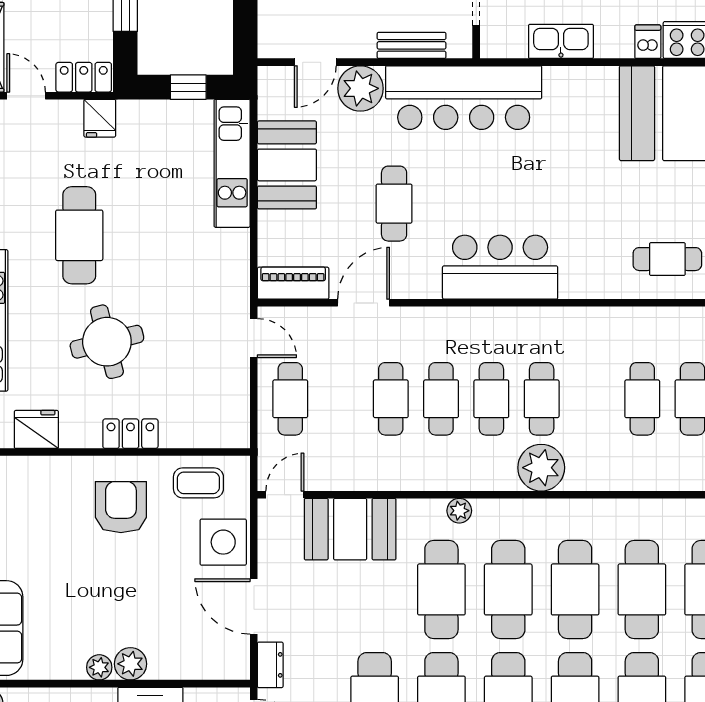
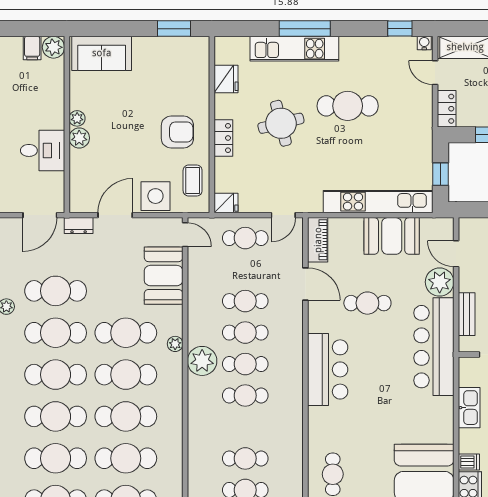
door: (26, 96) -> (435, 73), swing flipped
fridge: (100, 118) -> (226, 203), moved, turned 180
kitchen unit: (232, 163) -> (378, 202), width x1.36
plant: (541, 468) -> (202, 361), moved

